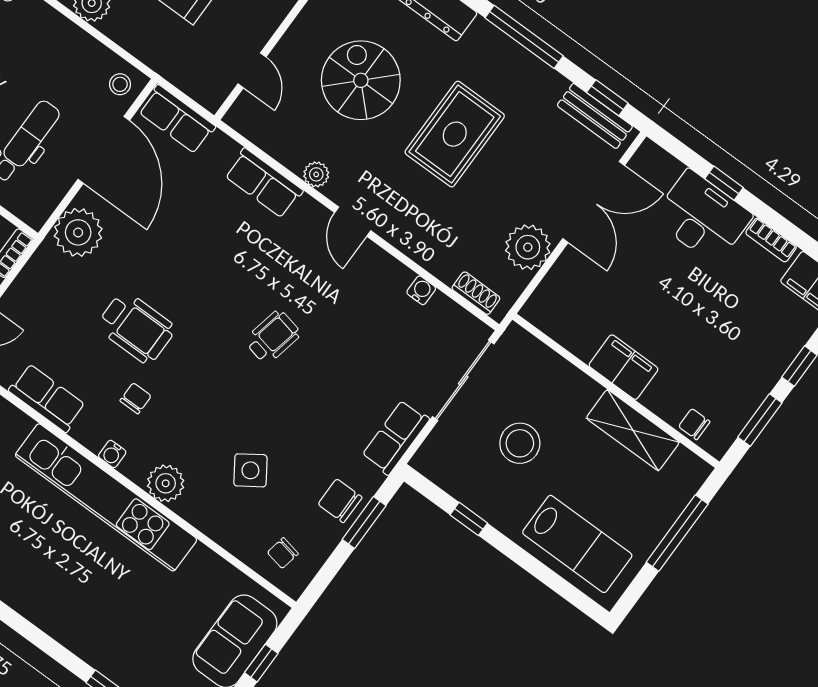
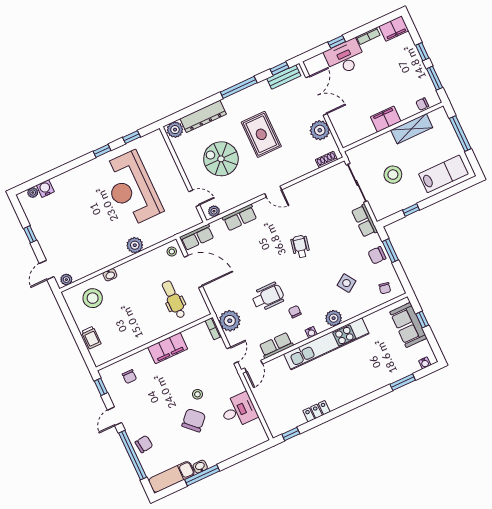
plant: (316, 174) -> (214, 211), moved
plant: (78, 232) -> (230, 321), moved
water cooler: (421, 290) -> (314, 180), removed

